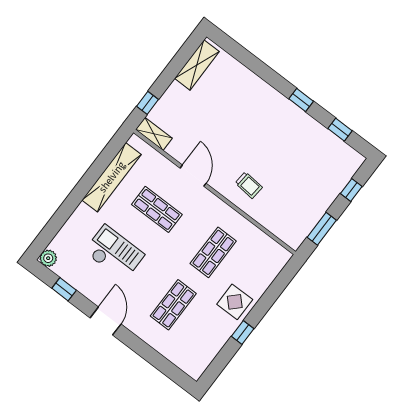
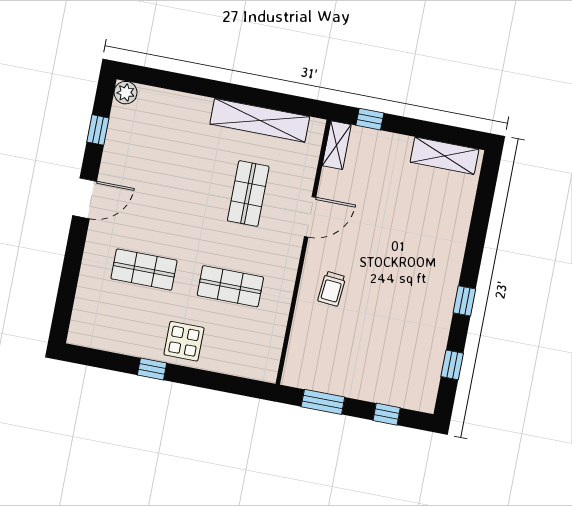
checkout: (114, 253) -> (171, 168), removed

